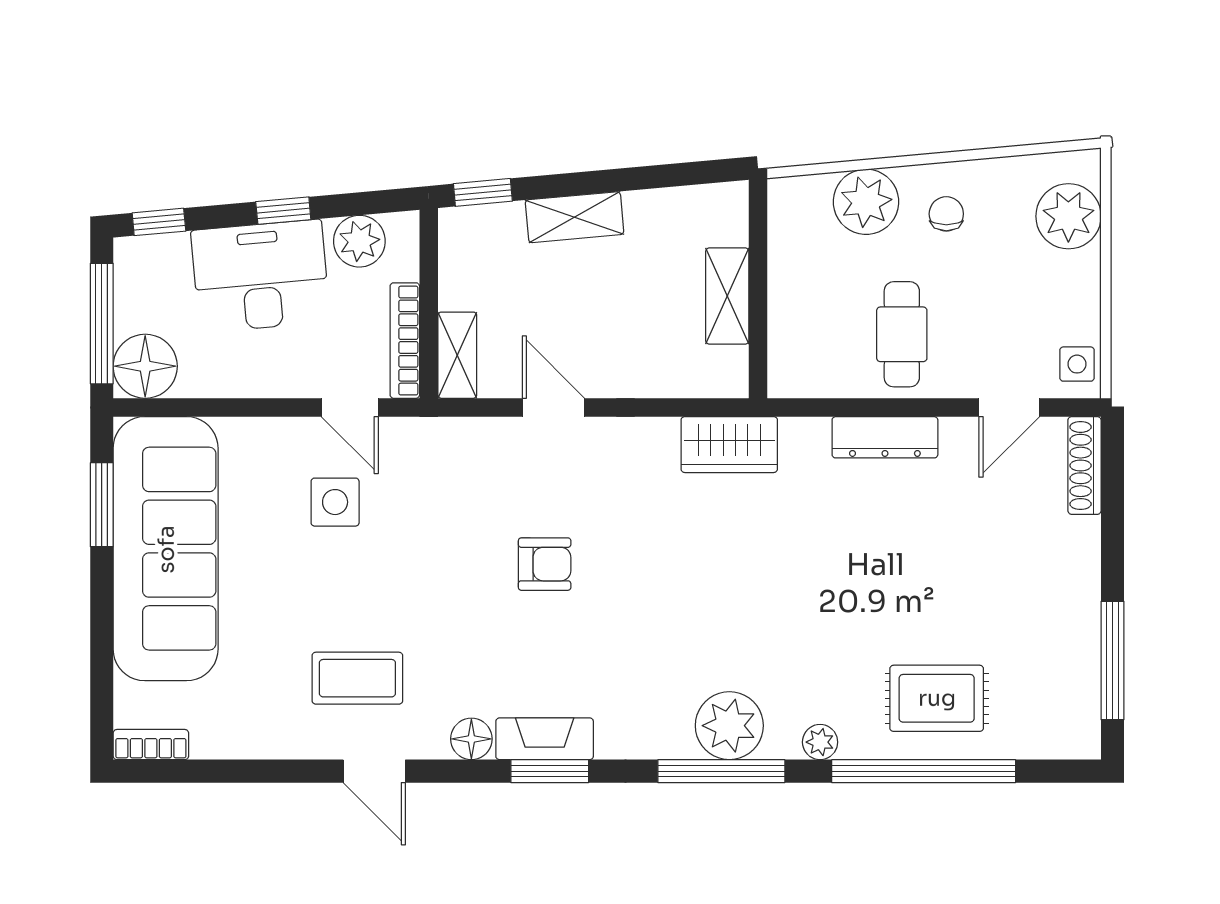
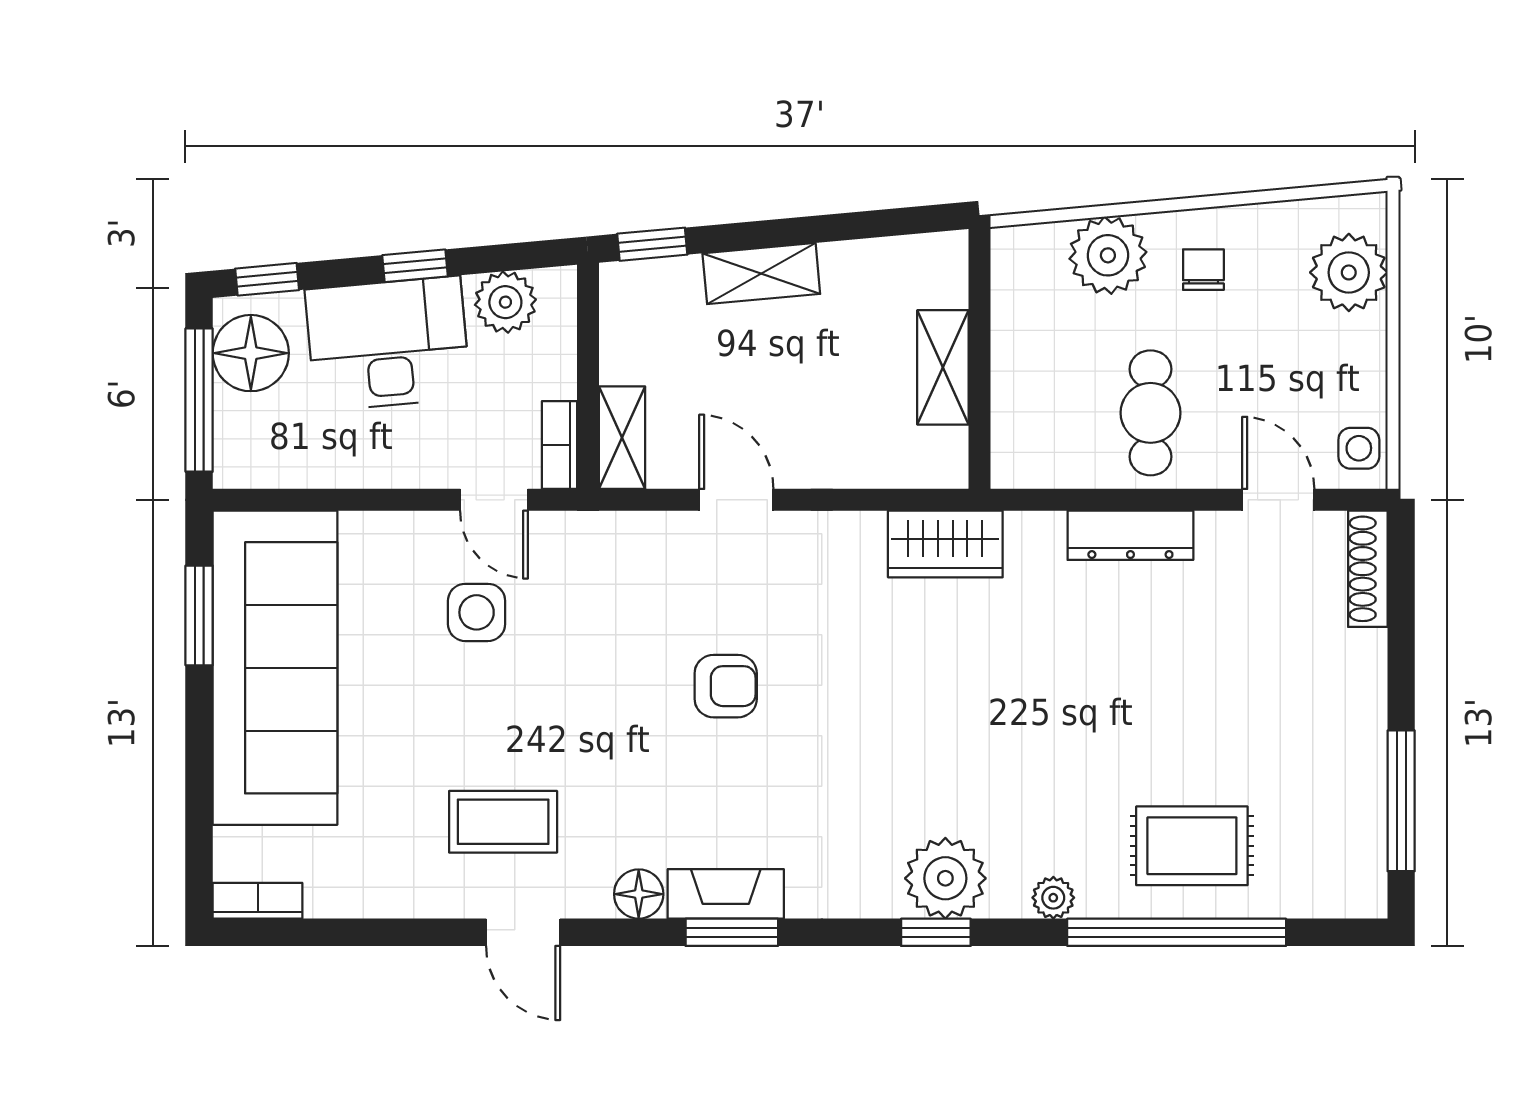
bookcase: (405, 341) -> (559, 445), width x0.64
floor lamp: (145, 366) -> (251, 353), moved
door: (1009, 407) -> (1278, 500), swing flipped
window: (721, 771) -> (936, 932), width x0.46

